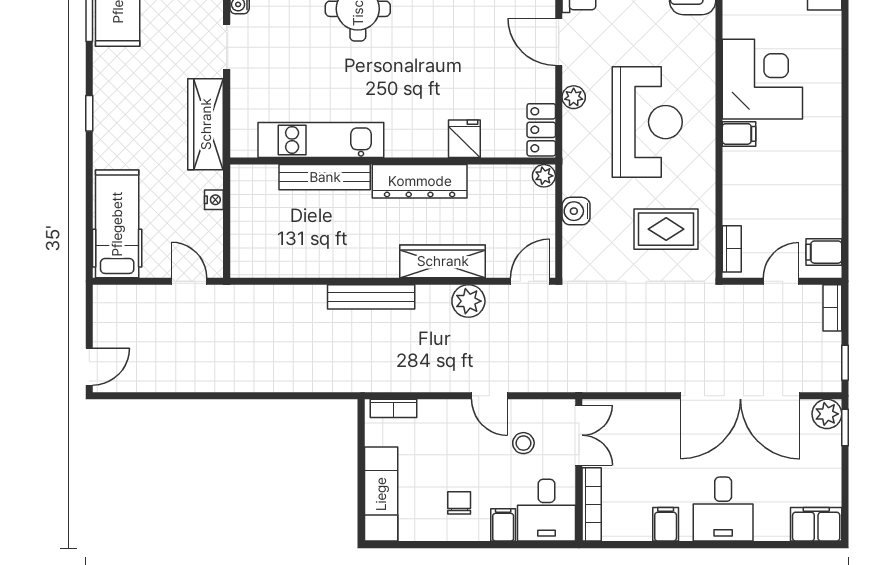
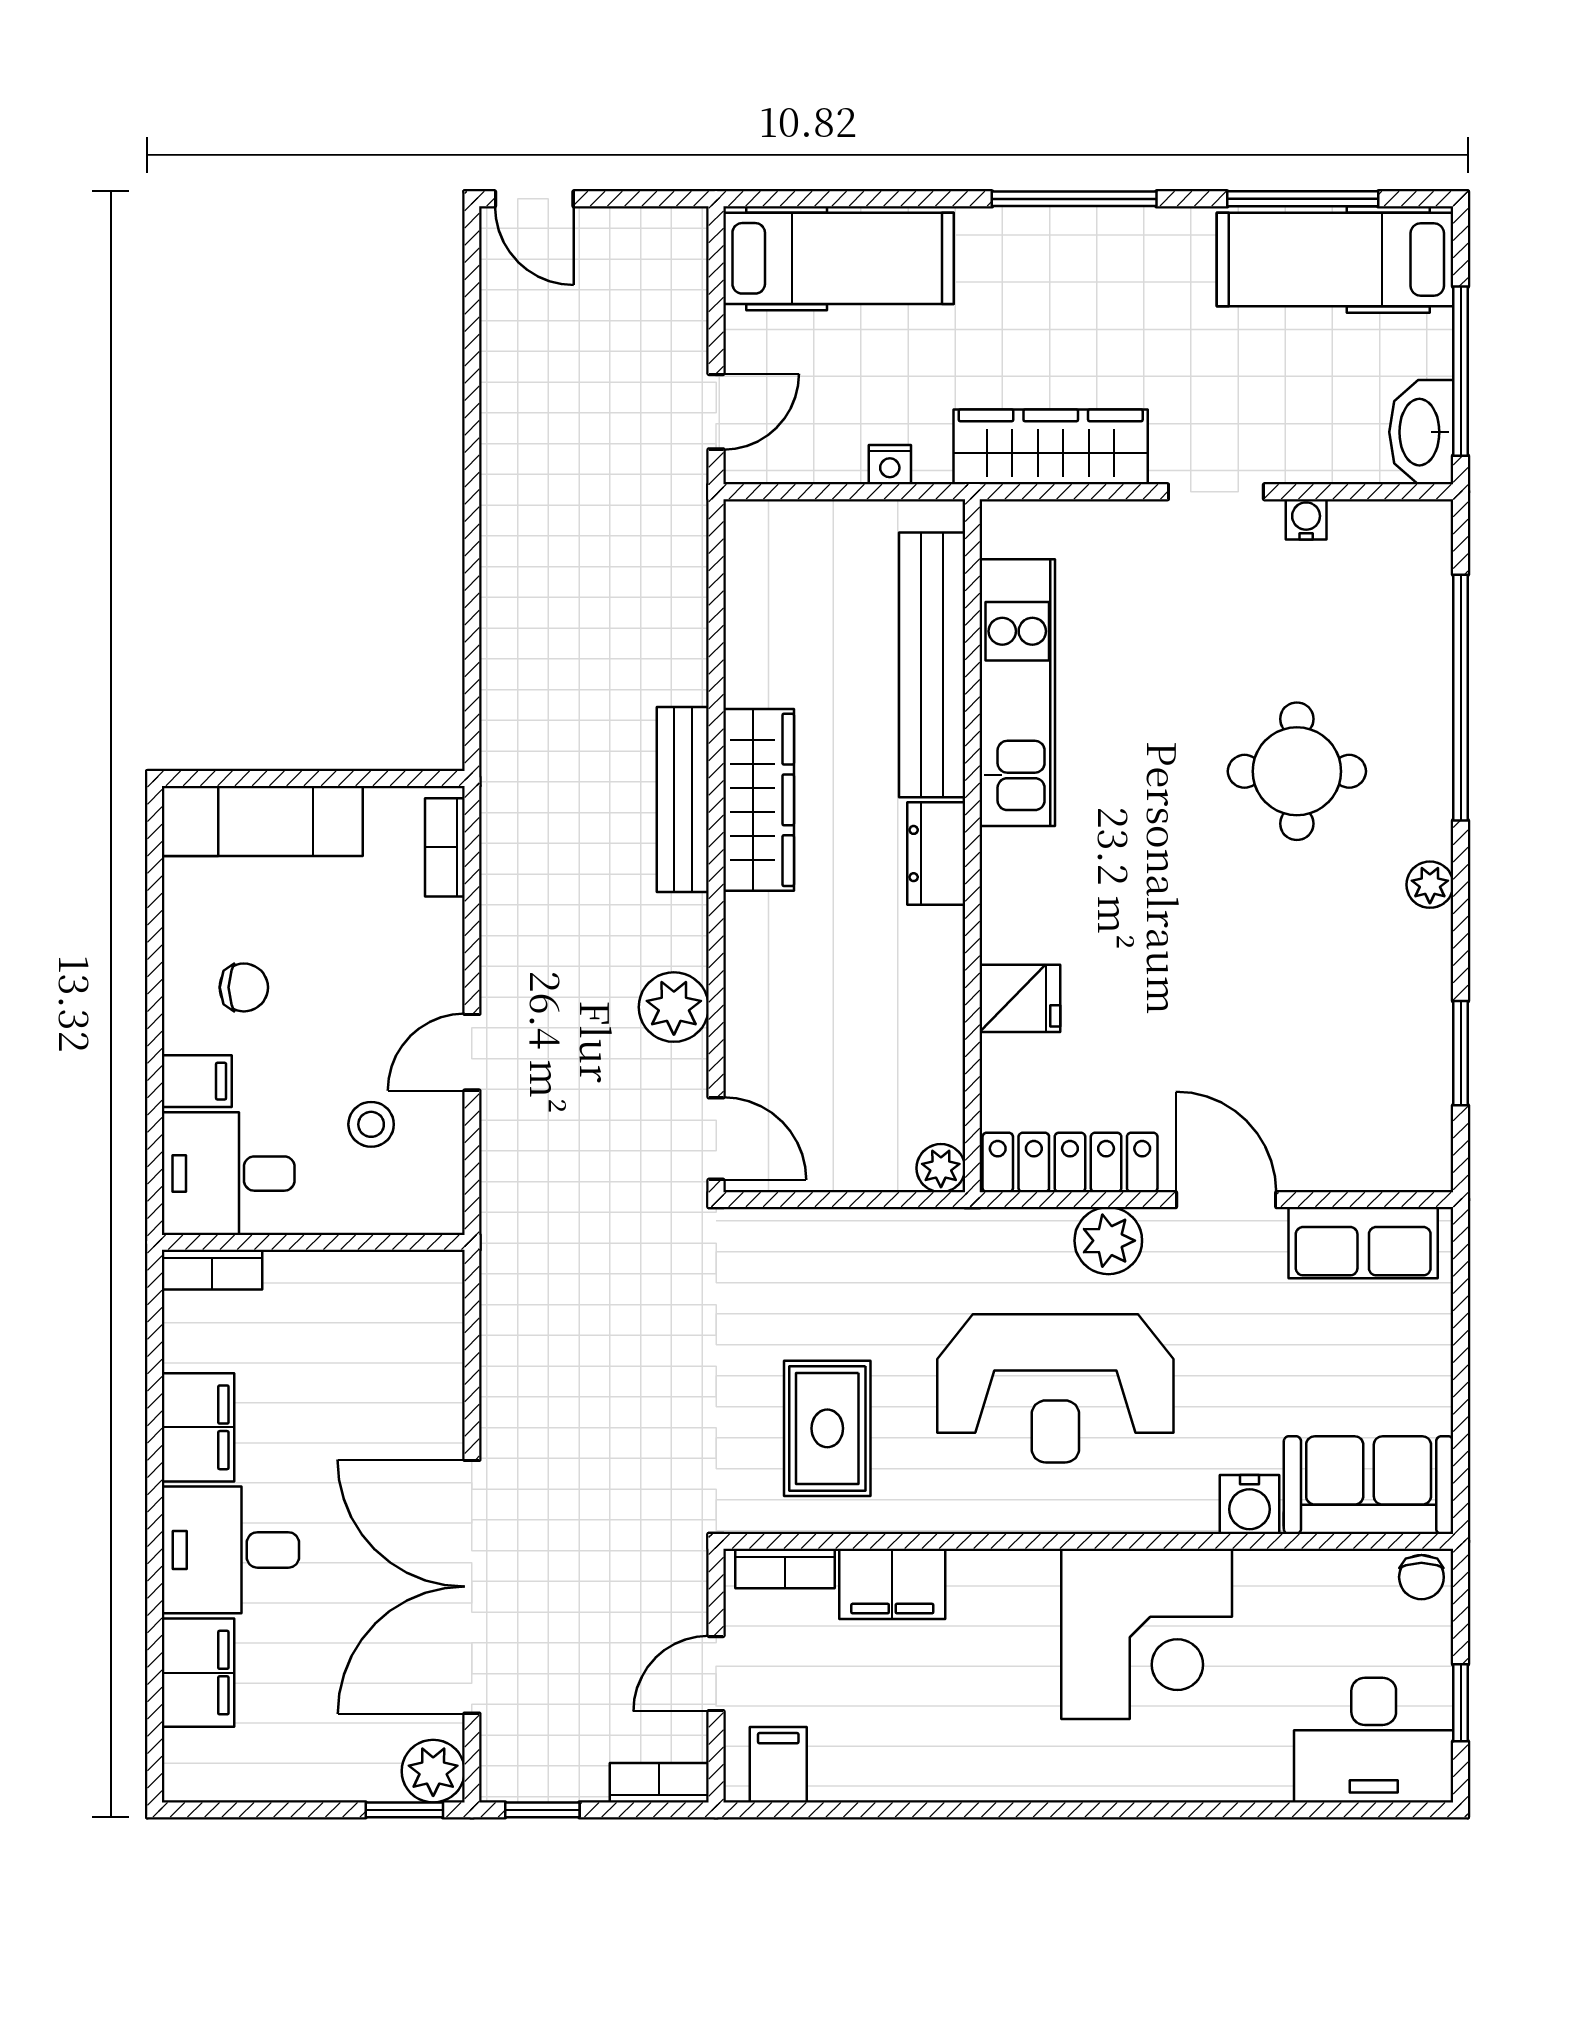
door: (559, 42) -> (1226, 1200), hinge flipped
plant: (574, 97) -> (1108, 1241), width x1.38, depth x1.38
window: (89, 113) -> (1074, 199), width x2.17
locker: (541, 130) -> (1070, 1162), width x1.53
filing cabinet: (739, 134) -> (892, 1584), moved, width x2.00
bench: (325, 177) -> (932, 665), width x1.37, depth x1.21
dresser: (420, 181) -> (936, 854), width x0.51, depth x0.80
water cooler: (576, 211) -> (1249, 1504), moved, turned 180
wardrobe: (443, 261) -> (759, 800), moved
door: (781, 281) -> (716, 1674), swing flipped
double door: (579, 435) -> (388, 1242), removed
bookcase: (592, 504) -> (212, 1270), width x0.64
filing cabinet: (666, 524) -> (198, 1427), width x2.00
filing cabinet: (816, 524) -> (198, 1673), moved

